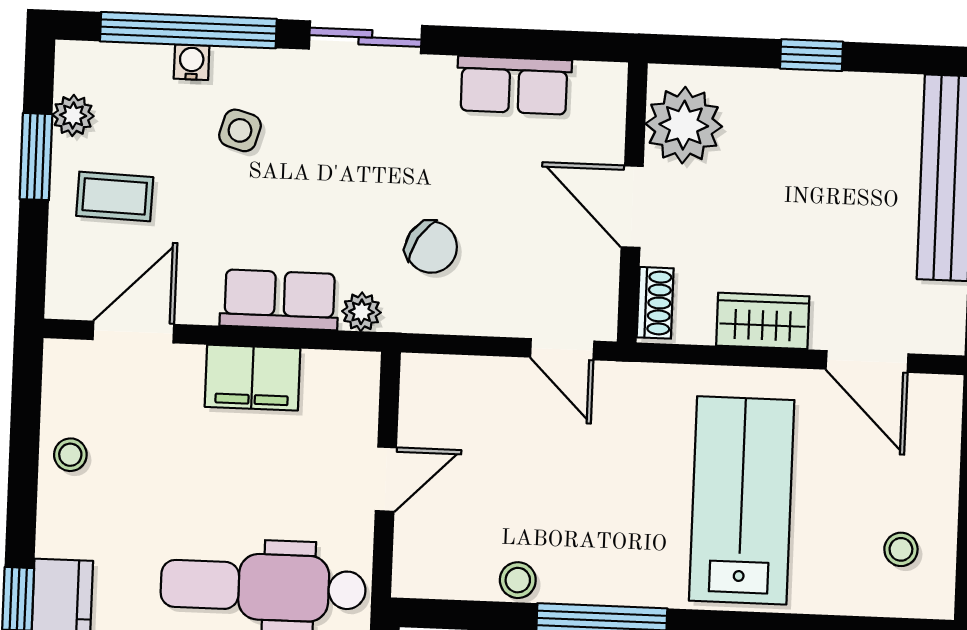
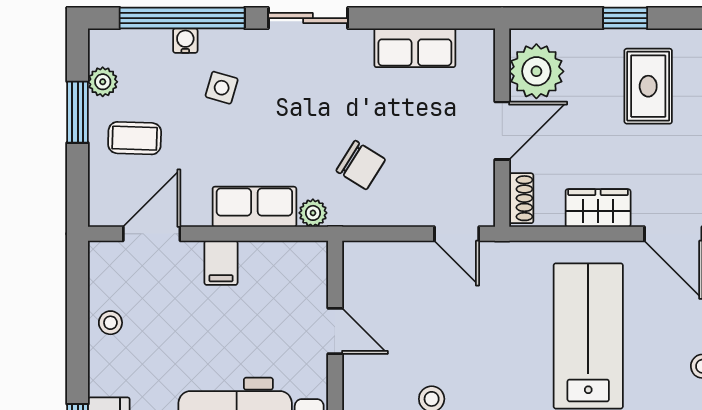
rug: (840, 152) -> (648, 86), added
door: (632, 207) -> (502, 131), swing flipped
filing cabinet: (252, 378) -> (221, 263), width x0.50
door: (386, 479) -> (335, 331), hinge flipped

